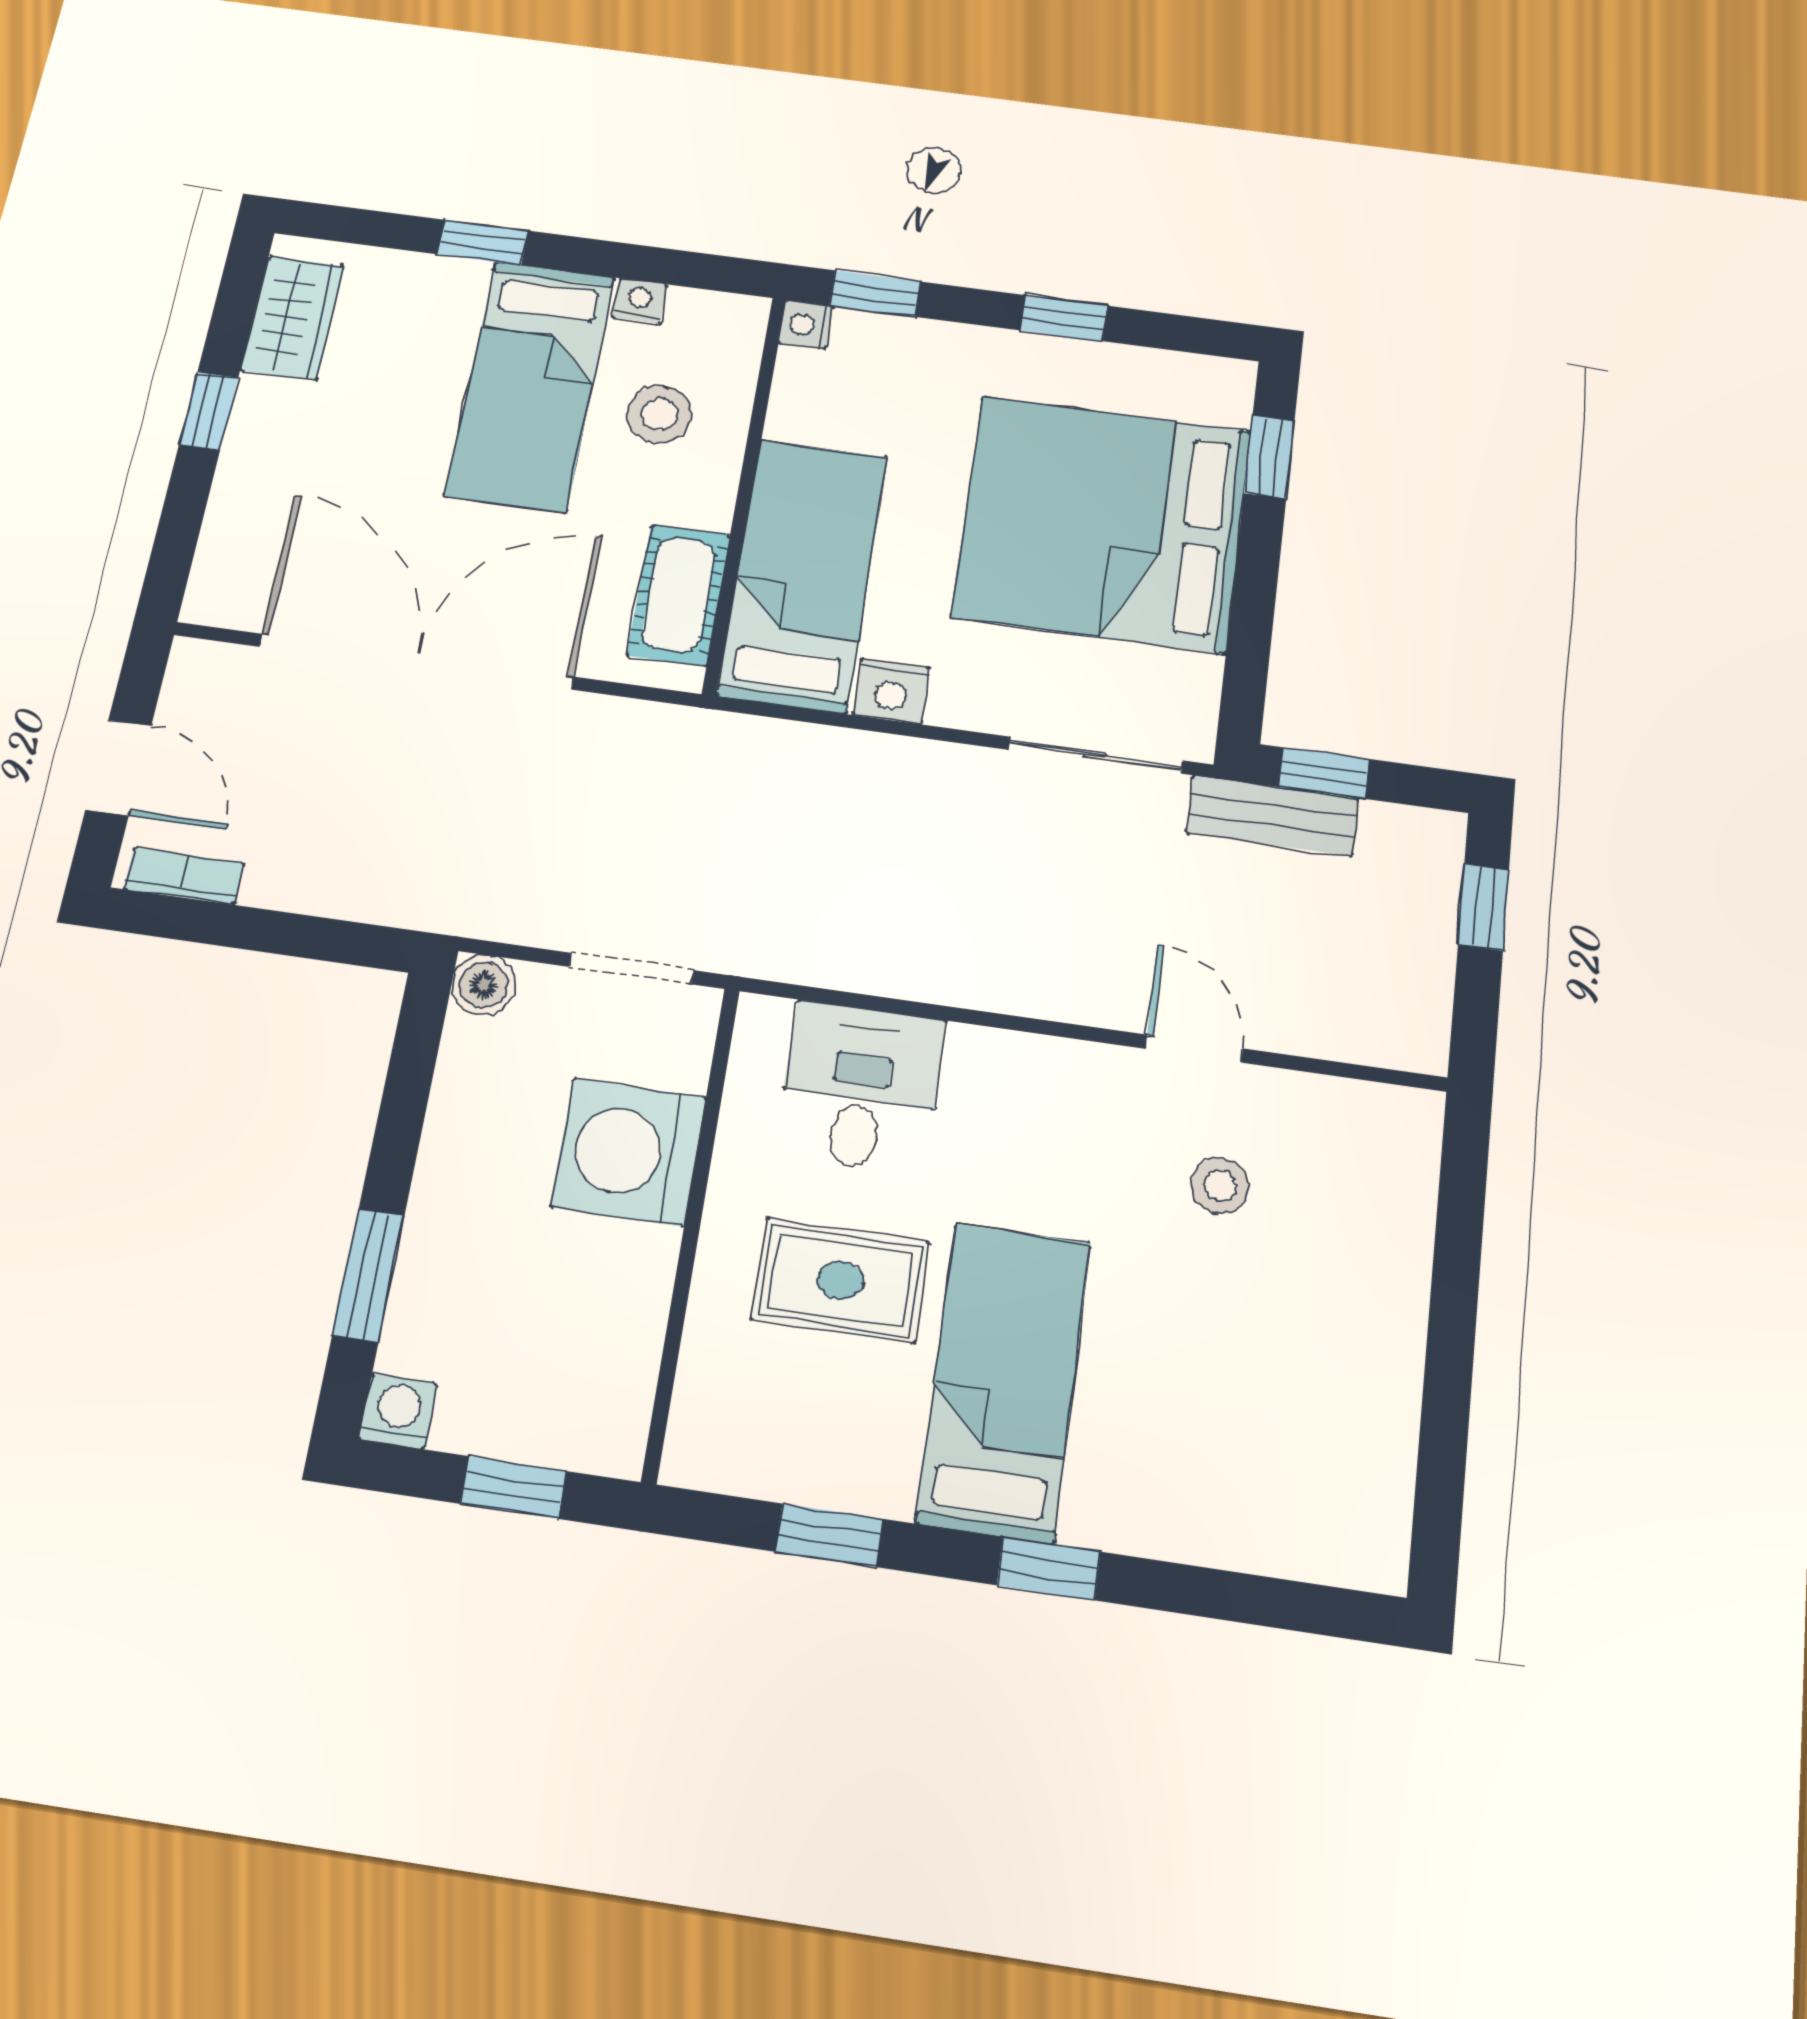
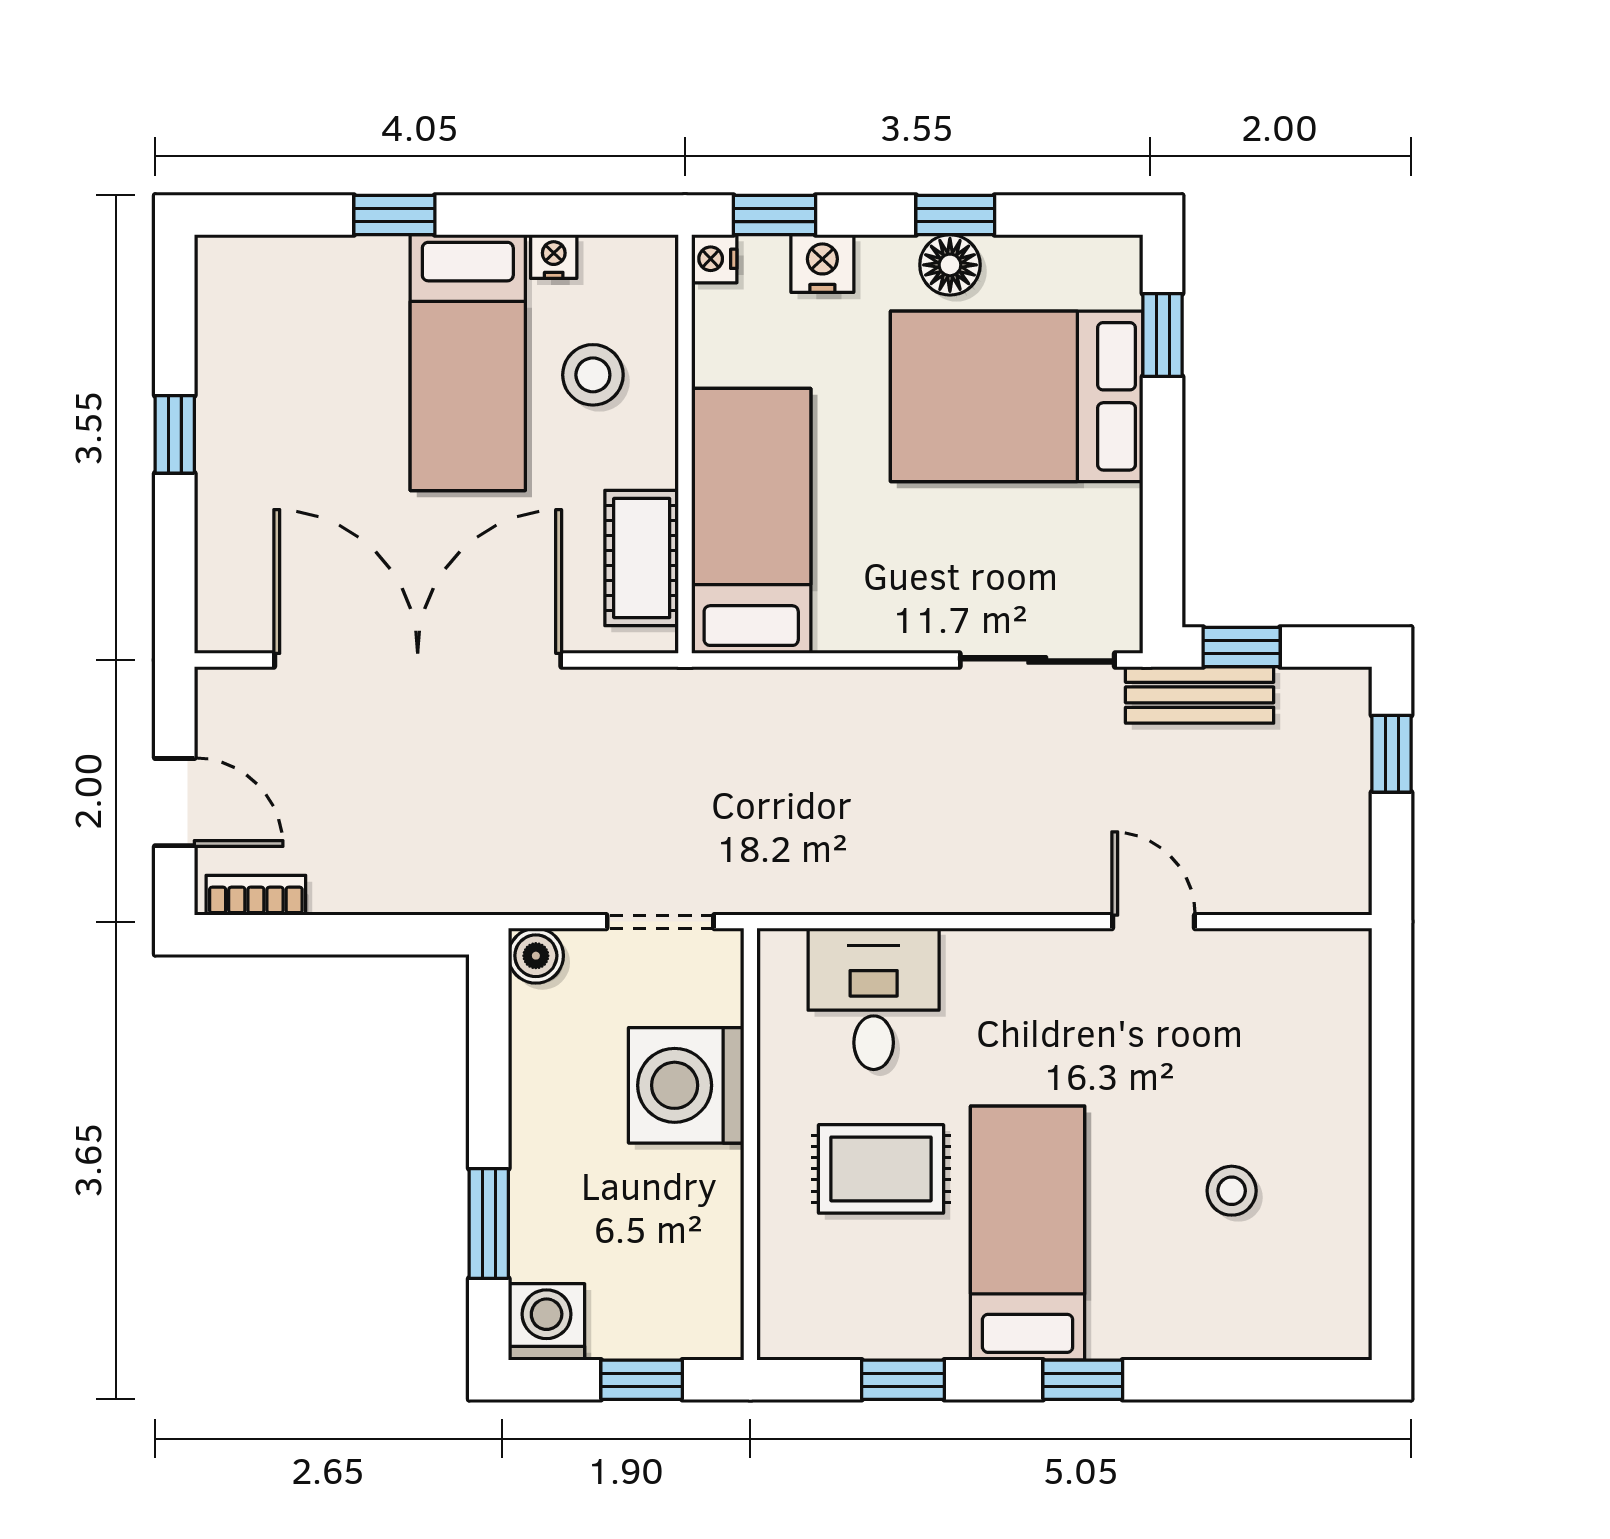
wardrobe: (292, 318) -> (231, 324), removed
floor lamp: (1052, 363) -> (950, 265), added
bed: (1102, 523) -> (1017, 396), width x0.73
nightstand: (891, 691) -> (822, 264), moved, turned 180
stool: (1220, 1186) -> (1232, 1191), moved
washing machine: (398, 1411) -> (547, 1322), width x1.38, depth x1.38

